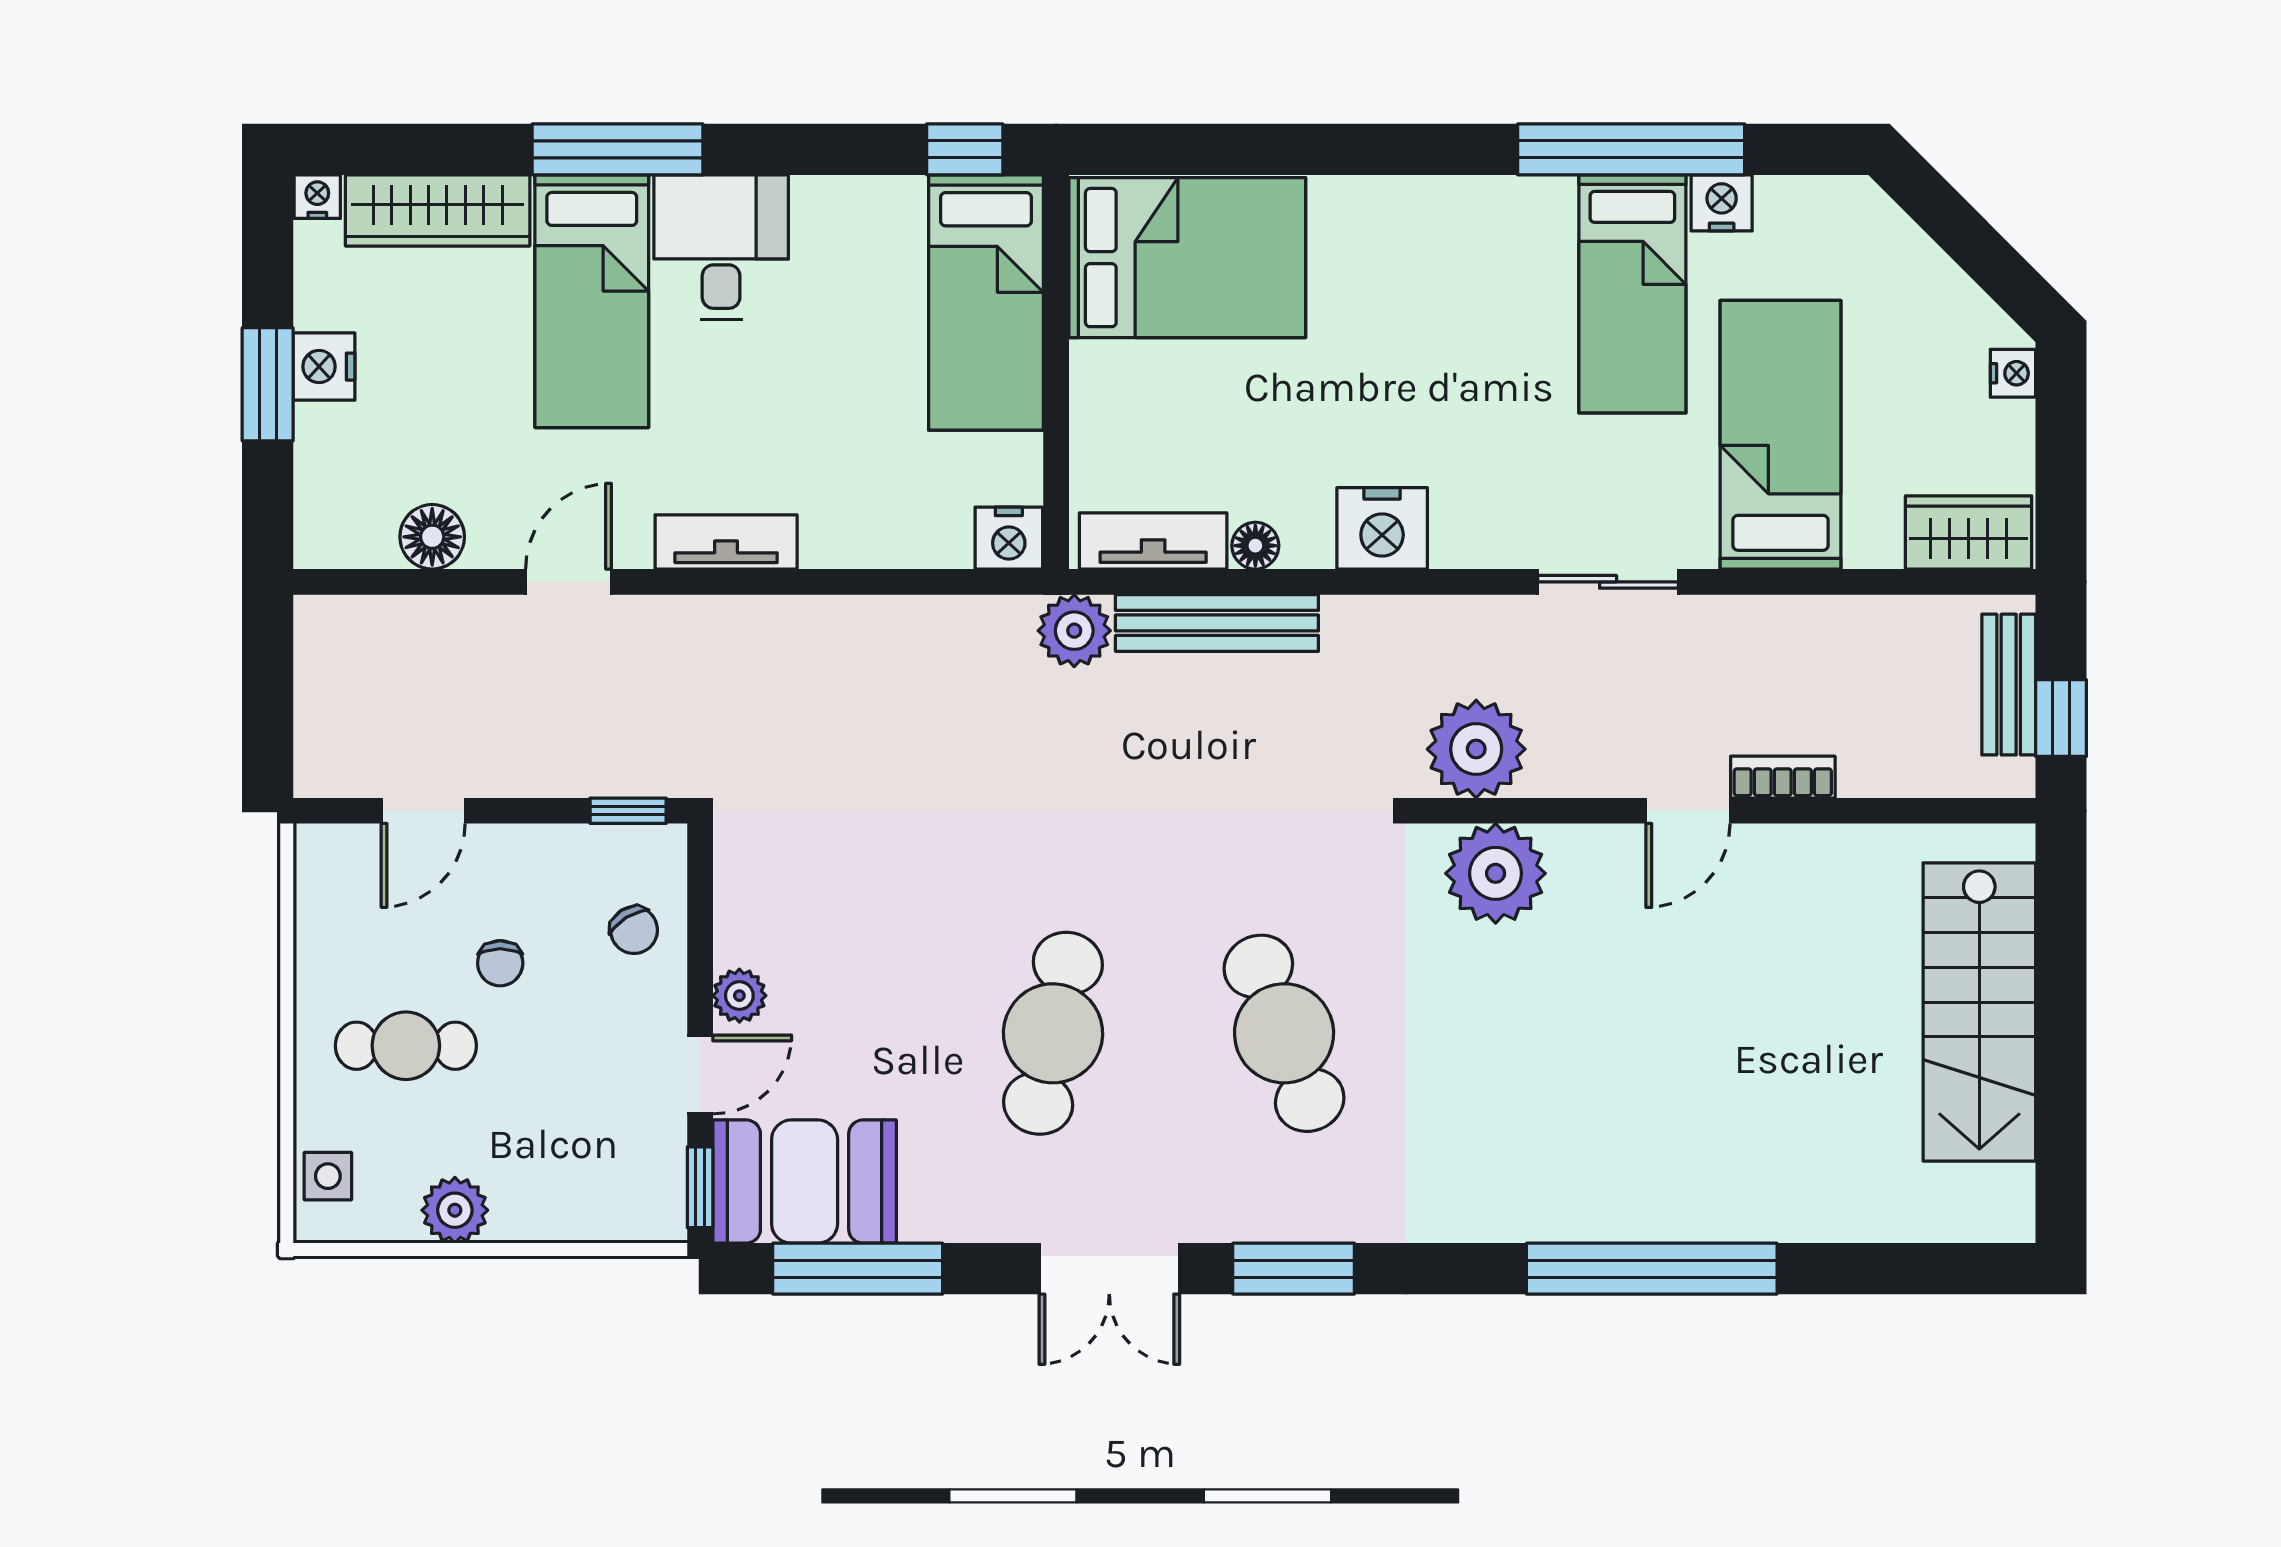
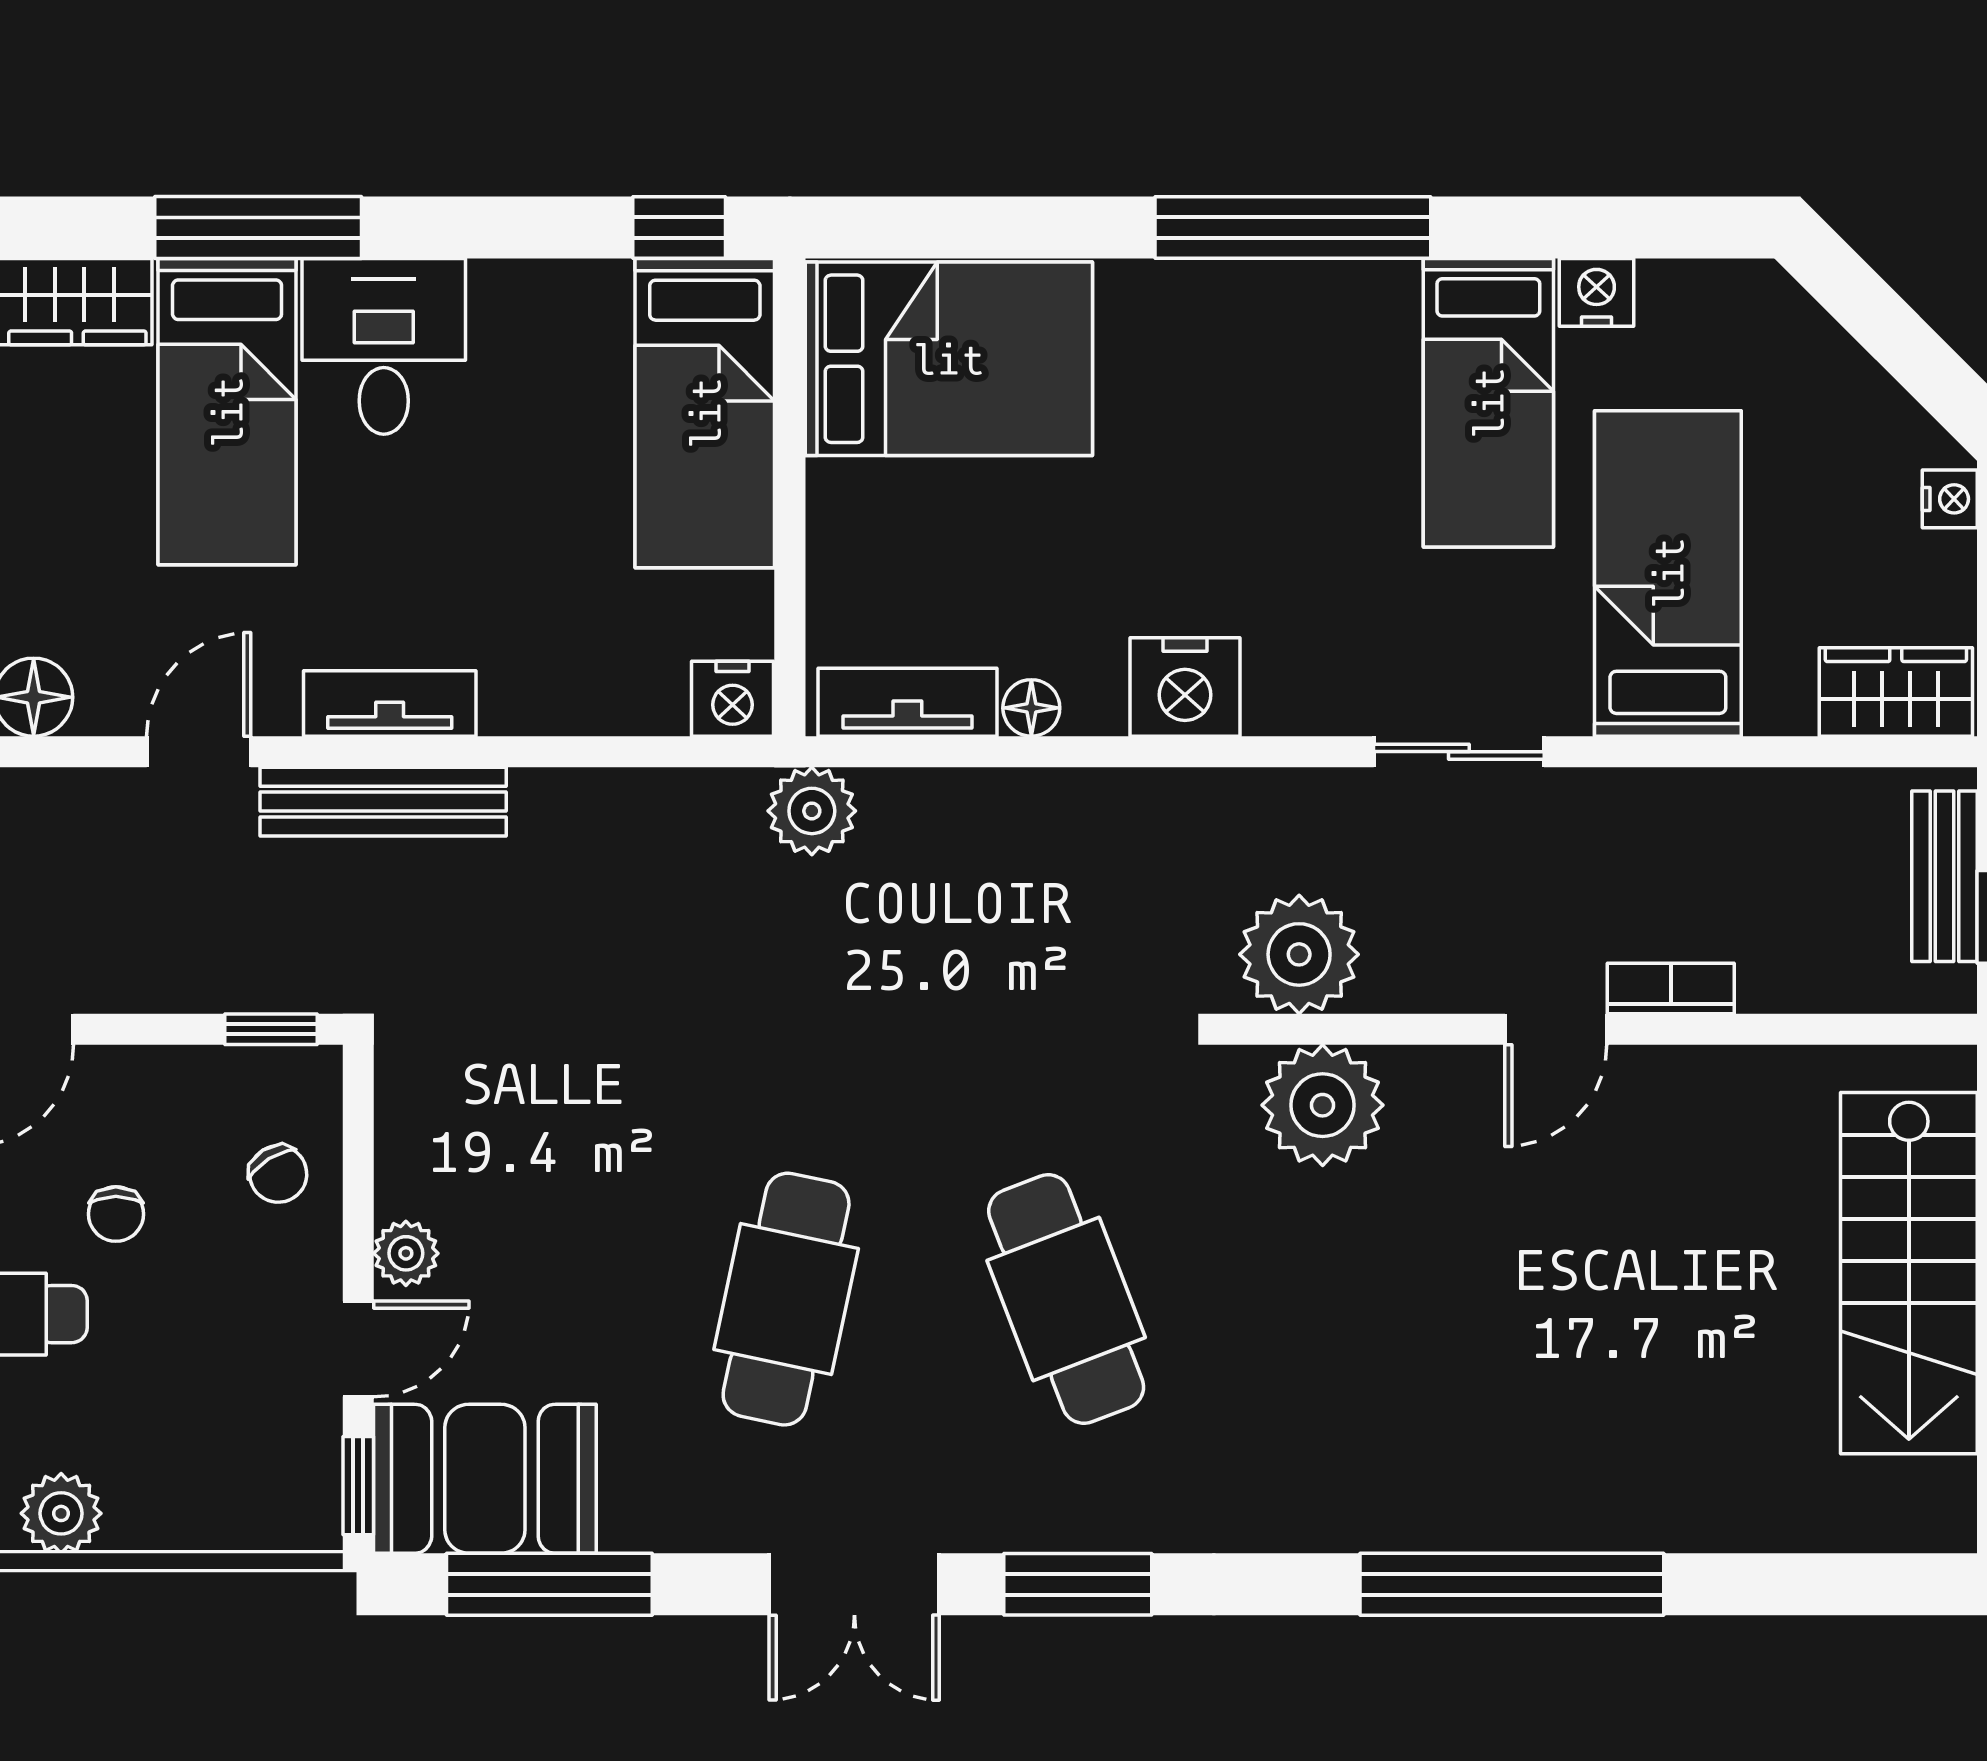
window: (1631, 149) -> (1293, 228), moved
bench: (1217, 623) -> (383, 802), moved

